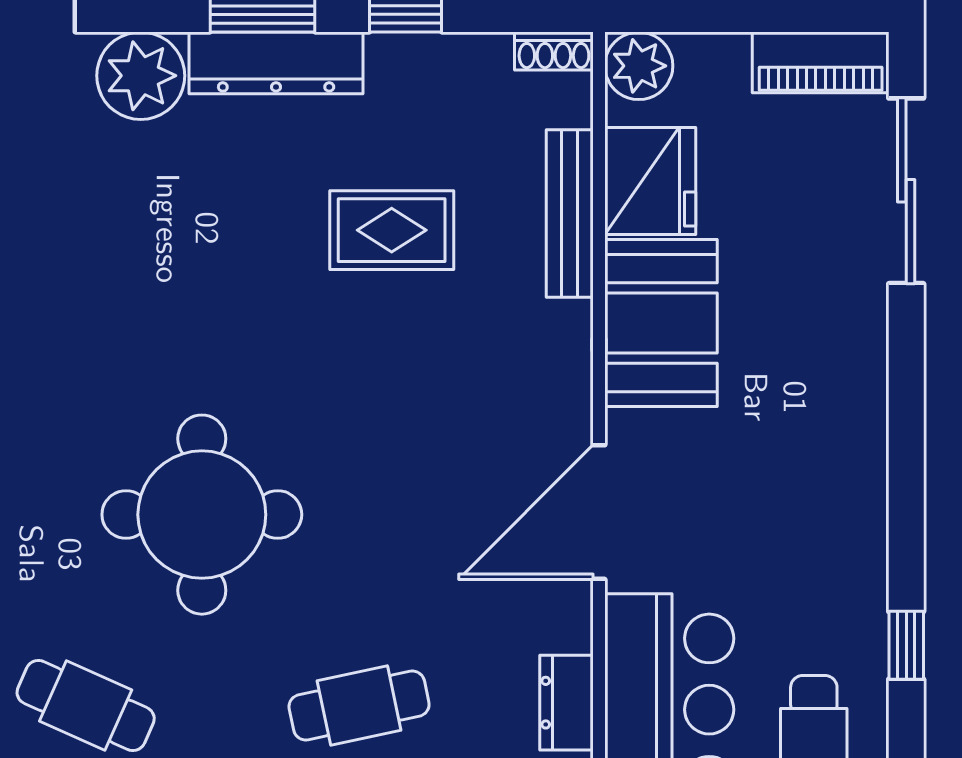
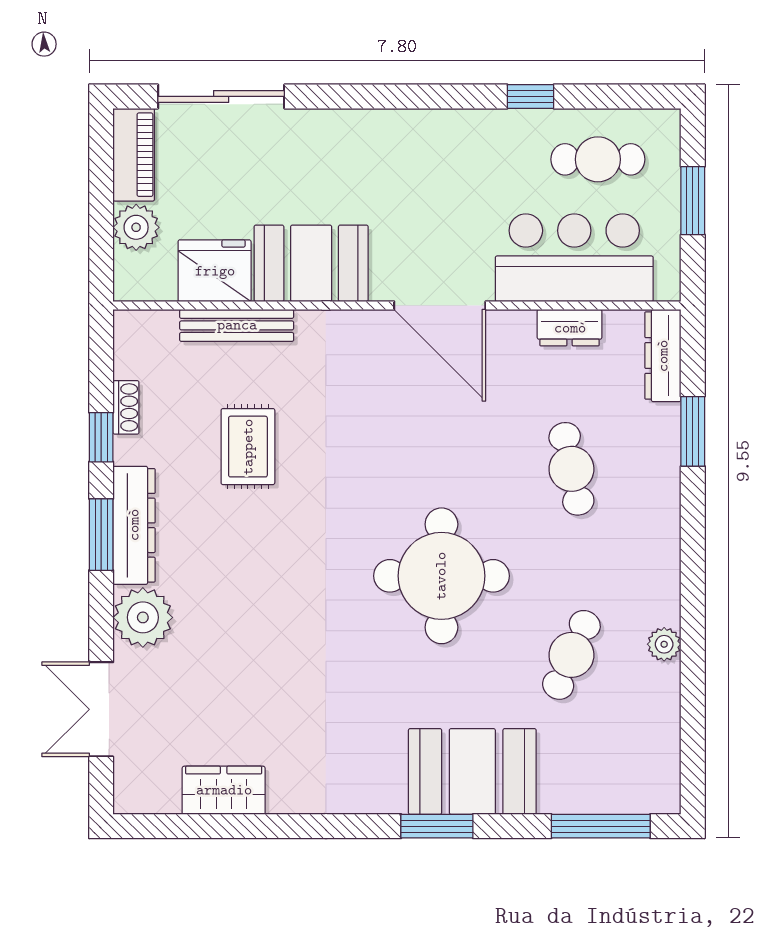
shoe rack: (554, 51) -> (126, 407), moved
plant: (639, 66) -> (136, 227), moved

